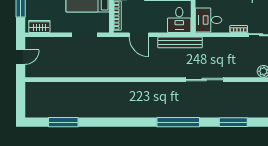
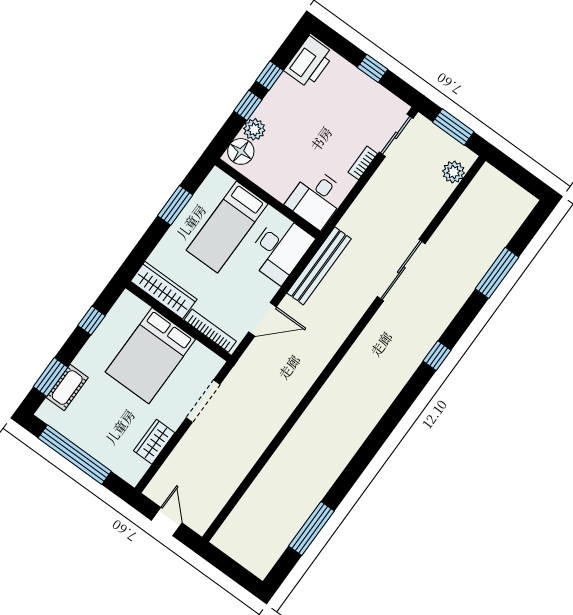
desk: (179, 20) -> (280, 249), width x1.37
wardrobe: (39, 26) -> (154, 442), moved
window: (178, 122) -> (437, 356), width x0.32

